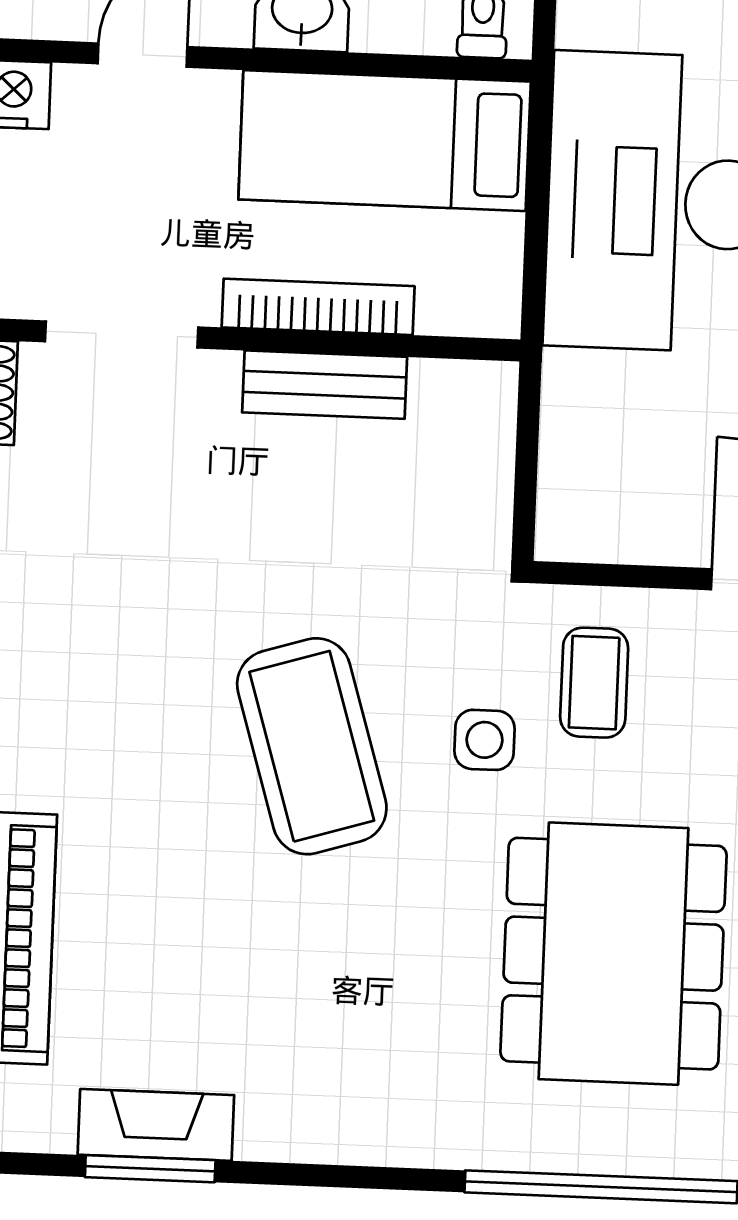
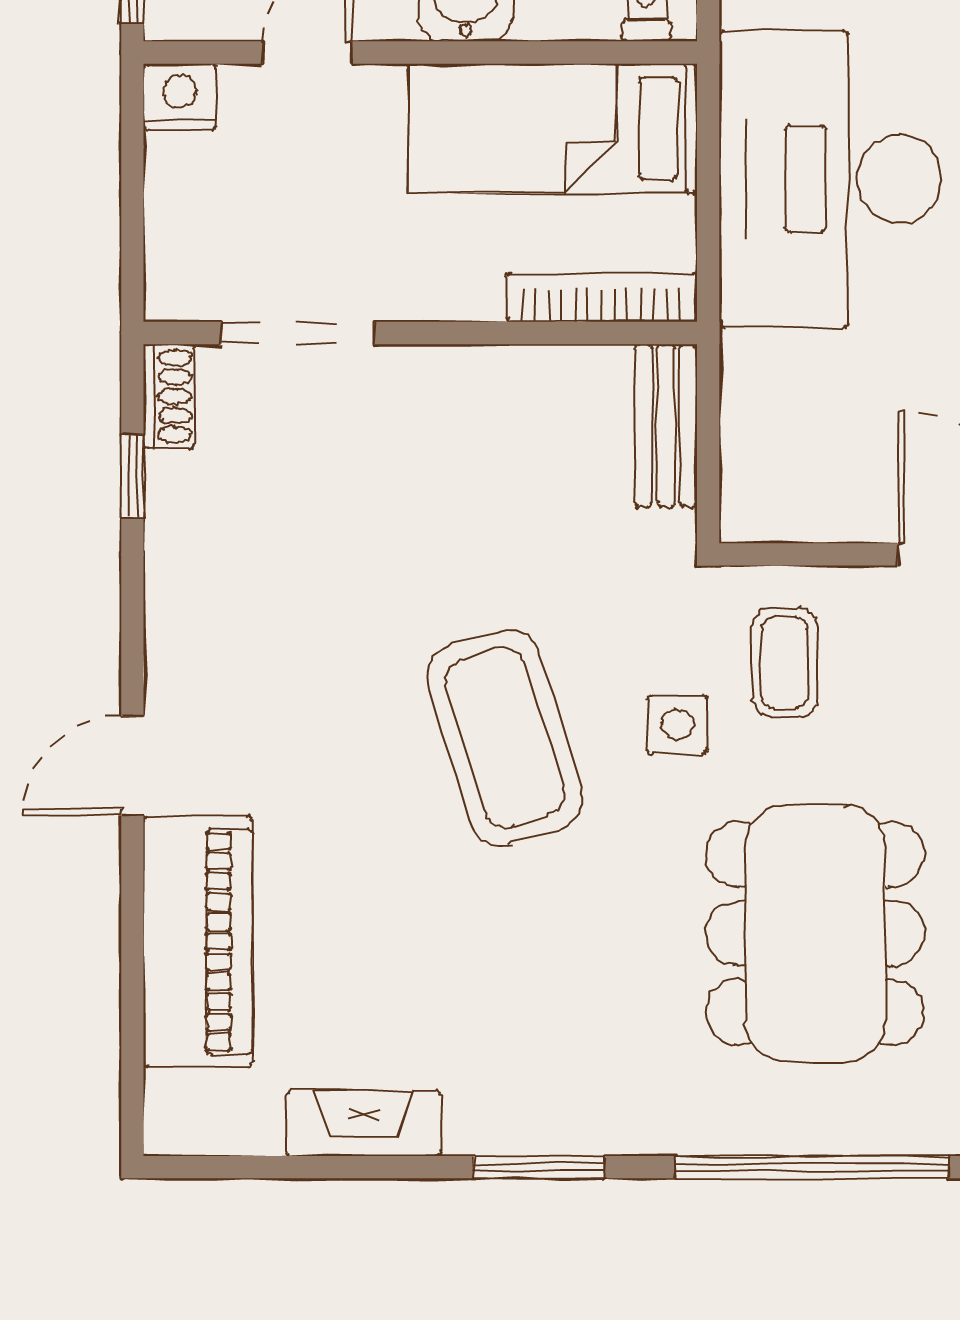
bookcase: (318, 307) -> (601, 297), moved
bench: (325, 385) -> (666, 426), moved, turned 90
window: (150, 1169) -> (539, 1167), moved

